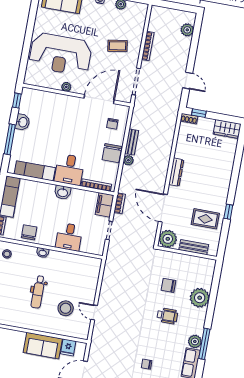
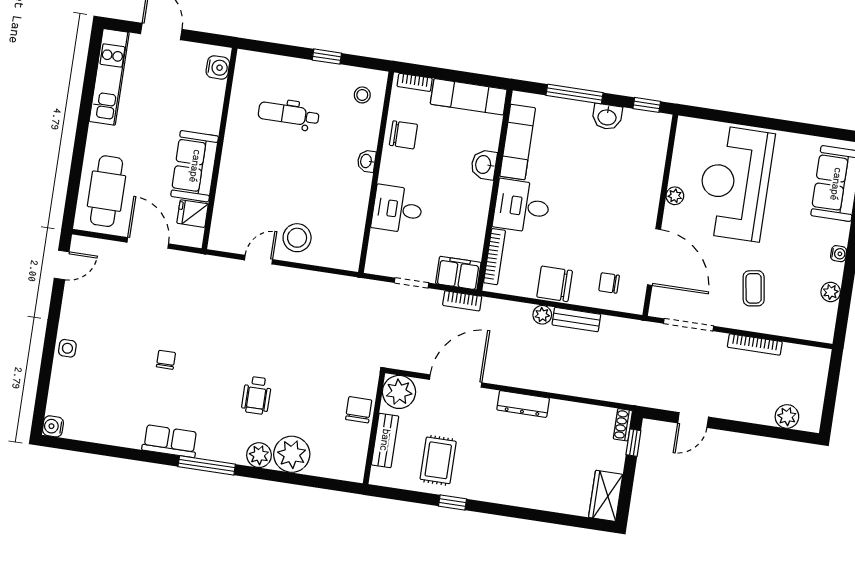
washbasin: (63, 192) -> (484, 165), moved
chair: (169, 285) -> (359, 410), moved
dental chair: (38, 292) -> (289, 114), moved
stool: (66, 308) -> (297, 238), moved
plant: (195, 341) -> (259, 455), moved

